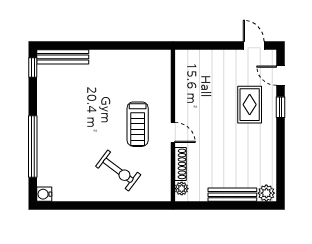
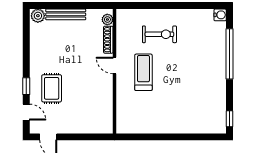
bench: (63, 57) -> (205, 128), removed
exercise bike: (118, 170) -> (159, 34), turned 143

